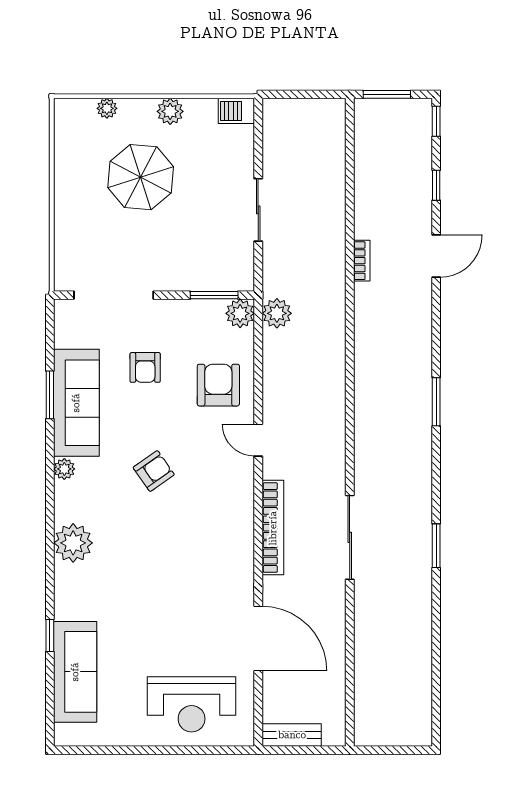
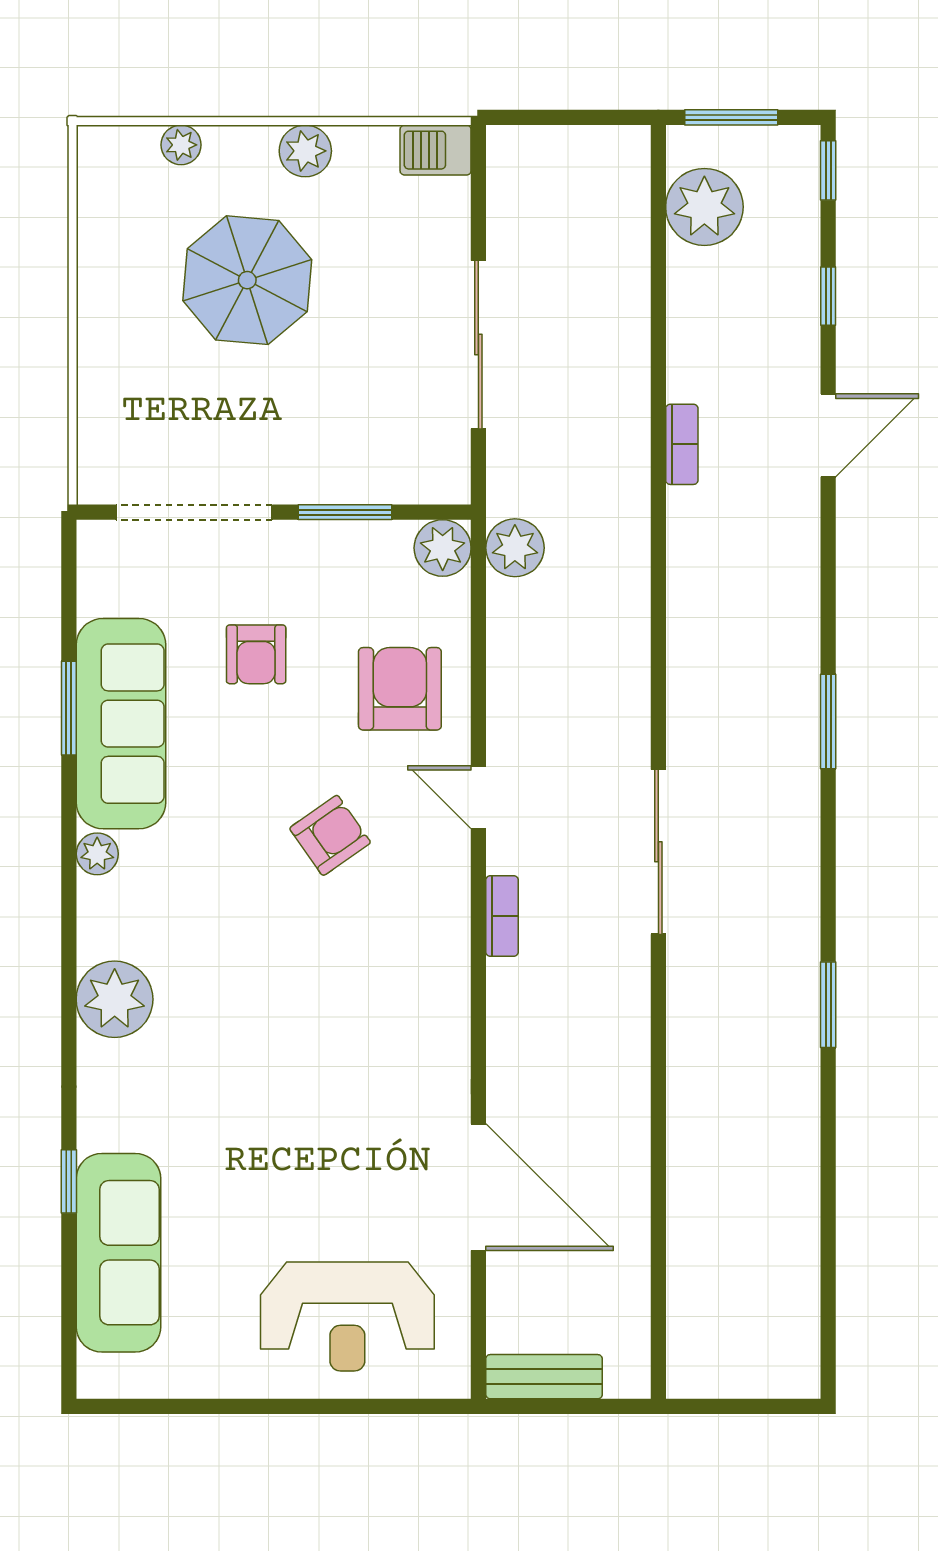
plant: (373, 140) -> (704, 207), added
sliding door: (258, 210) -> (478, 345), width x1.37
window: (214, 295) -> (345, 512), moved
armchair: (154, 471) -> (330, 835), moved
bookcase: (273, 528) -> (502, 916), width x0.43, depth x0.76
sliding door: (350, 537) -> (658, 852), moved

